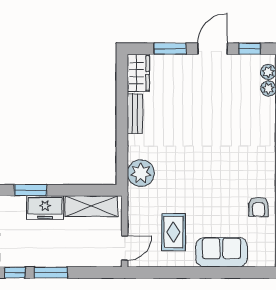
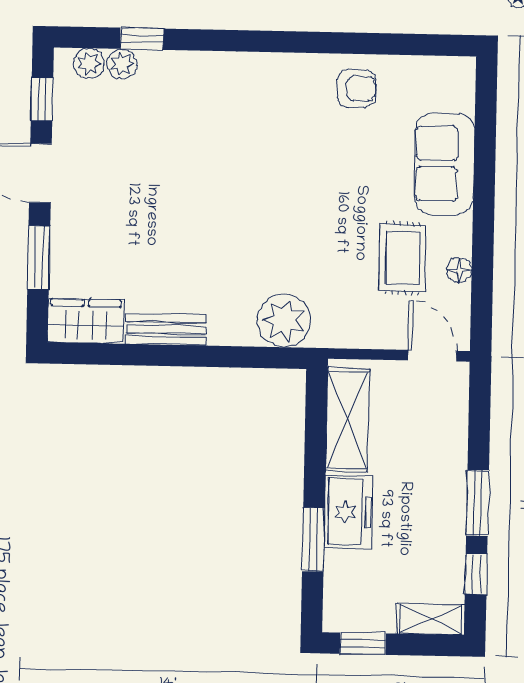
rug: (173, 232) -> (403, 258), turned 90
floor lamp: (168, 261) -> (459, 270), added

